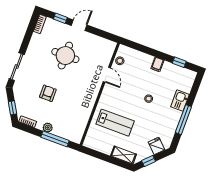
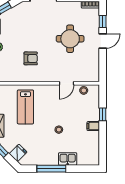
door: (79, 25) -> (103, 41), hinge flipped
window: (179, 62) -> (103, 114), moved
armchair: (48, 93) -> (31, 58), moved

